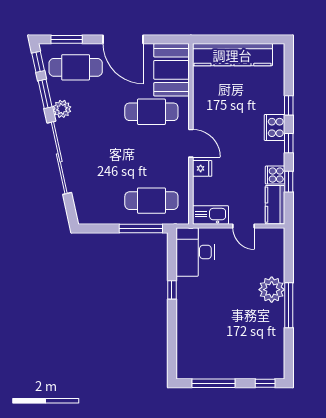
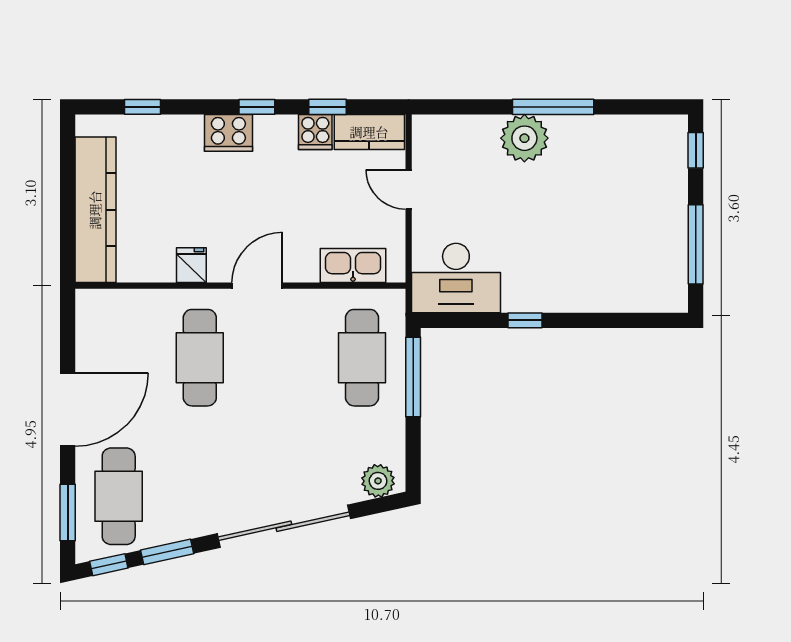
booth: (172, 70) -> (123, 321), removed
window: (289, 105) -> (143, 107), moved
plant: (62, 109) -> (378, 481), moved
fridge: (202, 168) -> (191, 265), moved
kitchen sink: (210, 215) -> (353, 265), moved, turned 90
door: (244, 226) -> (409, 189), swing flipped

